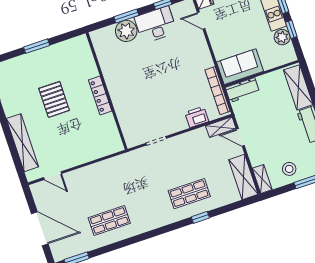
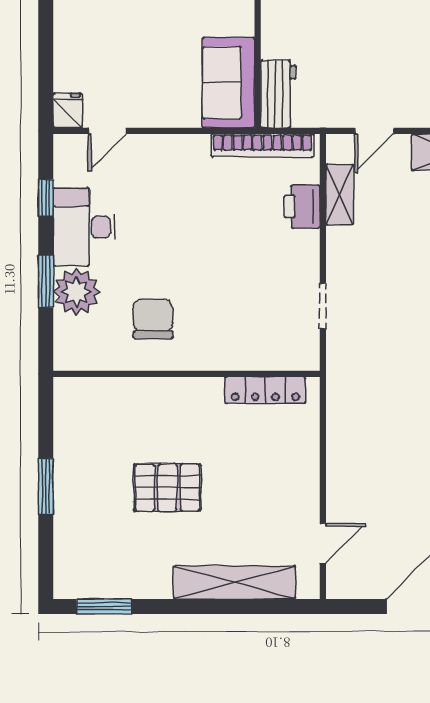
chair: (126, 68) -> (153, 319), added
locker: (100, 95) -> (265, 390), moved
shelving: (221, 127) -> (340, 195), moved

